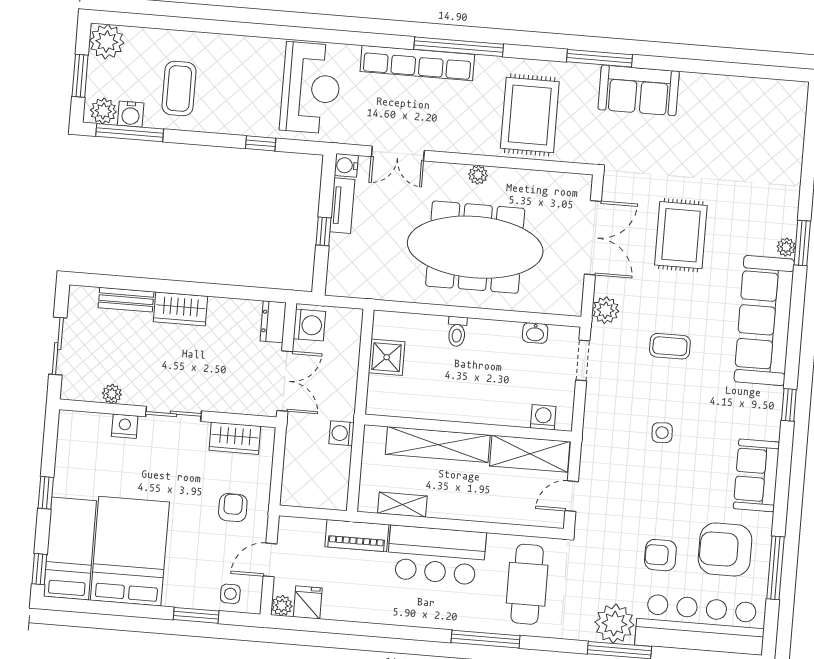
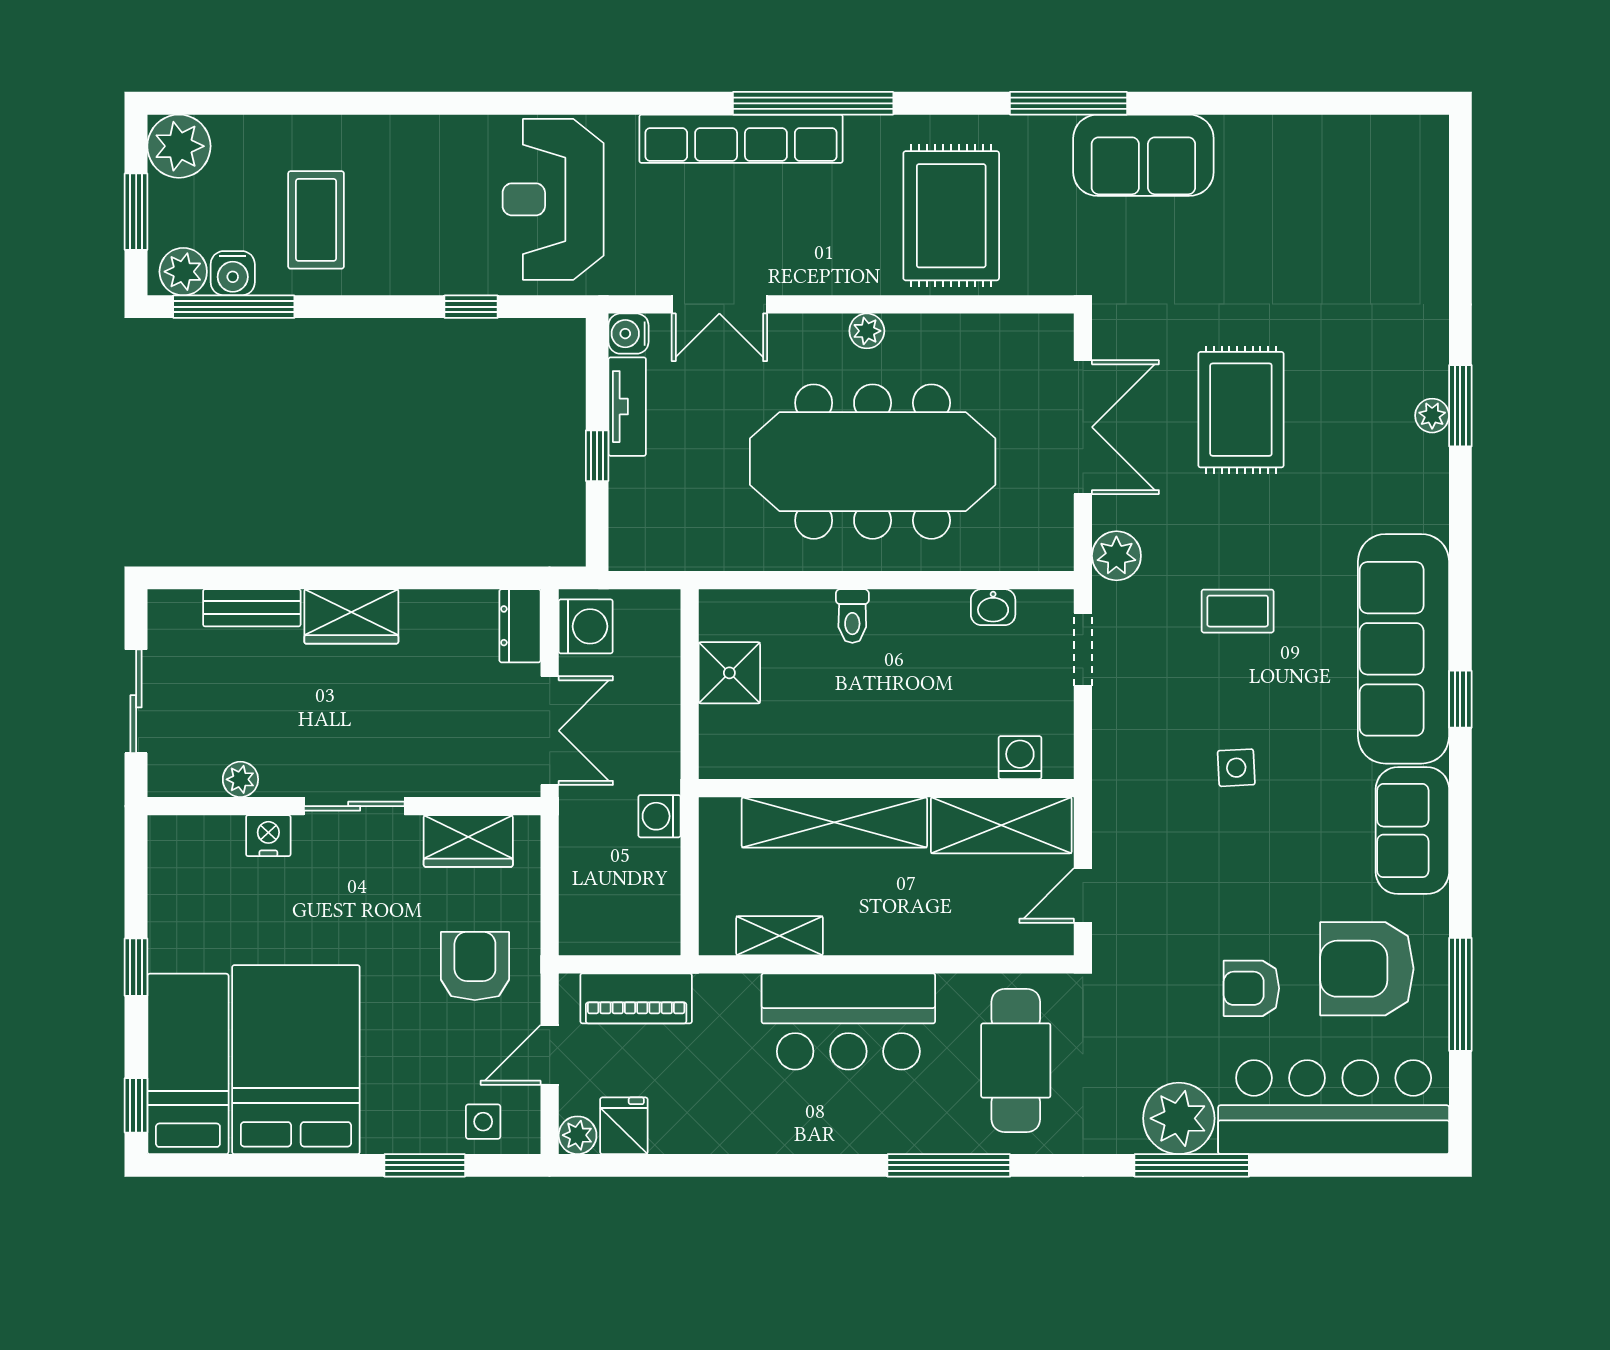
reception desk: (311, 88) -> (553, 199), turned 180
sofa: (764, 321) -> (1403, 649), moved
armchair: (233, 508) -> (475, 966), width x1.38, depth x1.38
piano: (357, 536) -> (636, 998), moved

